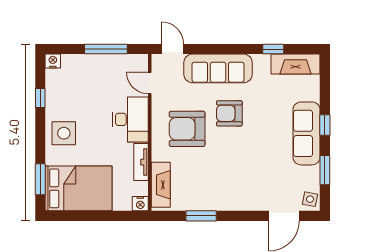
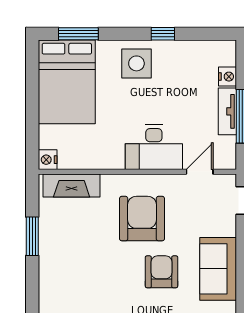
nightstand: (53, 61) -> (227, 77), moved
sofa: (218, 68) -> (218, 269), width x0.73
window: (40, 98) -> (163, 34), moved
tv unit: (141, 162) -> (227, 111), moved, turned -90

